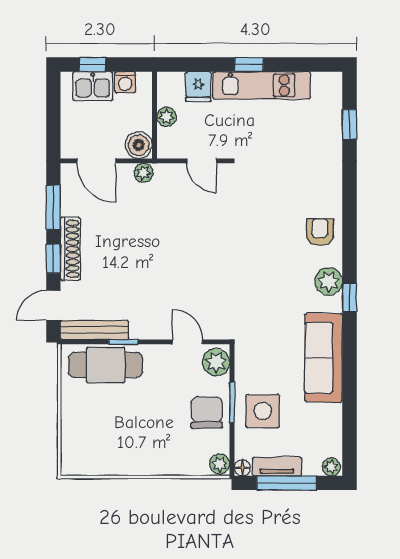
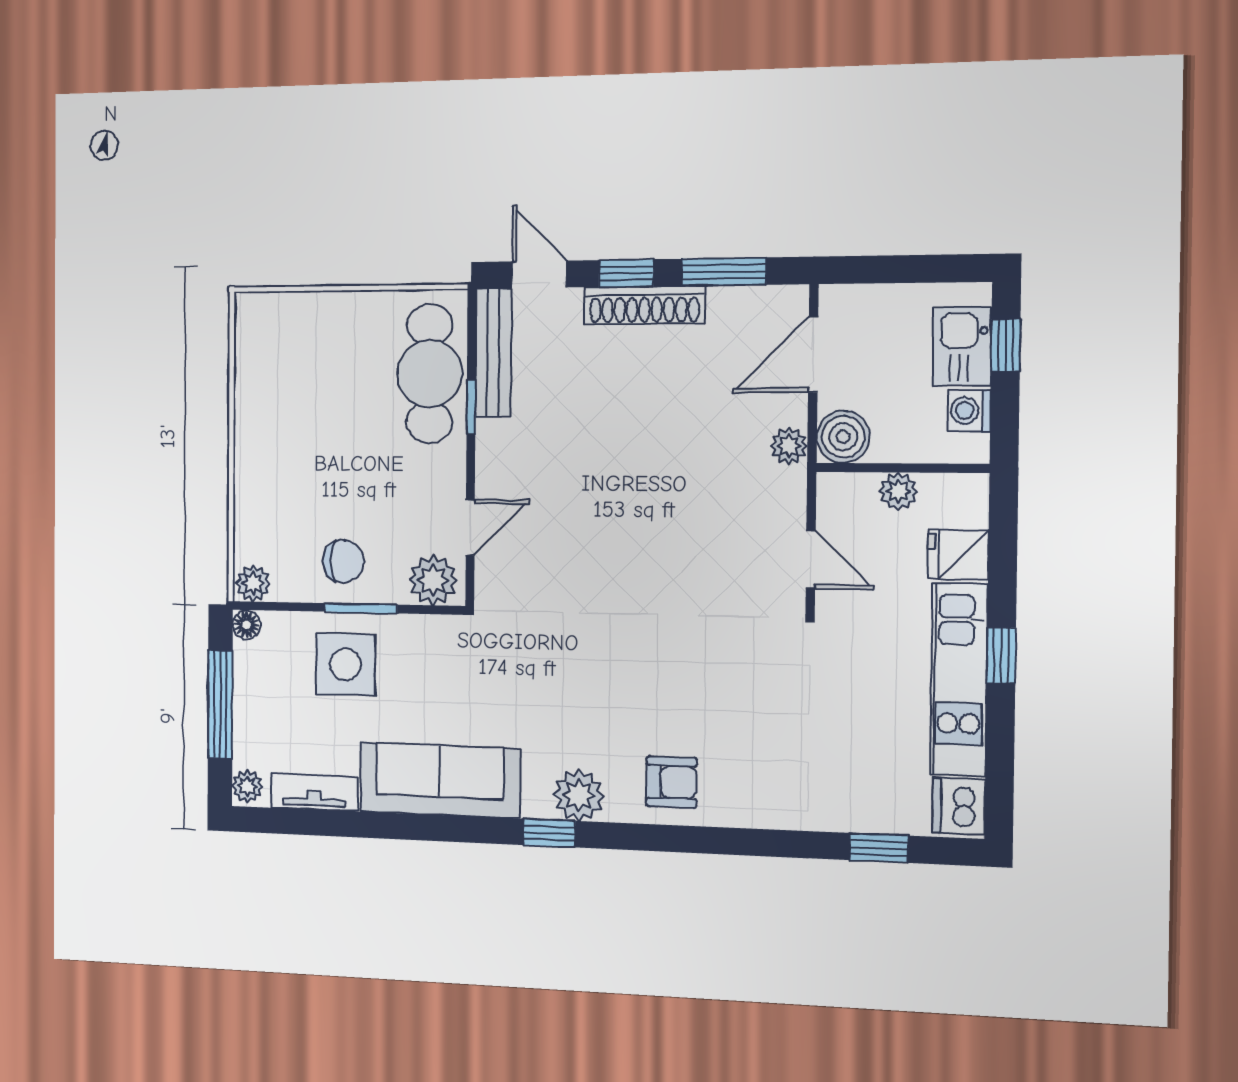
dishwasher: (326, 85) -> (959, 806), added
door: (202, 161) -> (811, 560), swing flipped
chair: (207, 412) -> (343, 561), width x0.73, depth x0.73
tv unit: (277, 466) -> (314, 792), moved, turned -90

